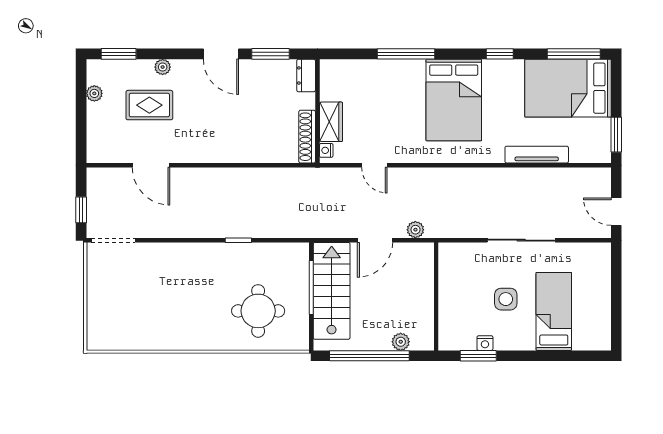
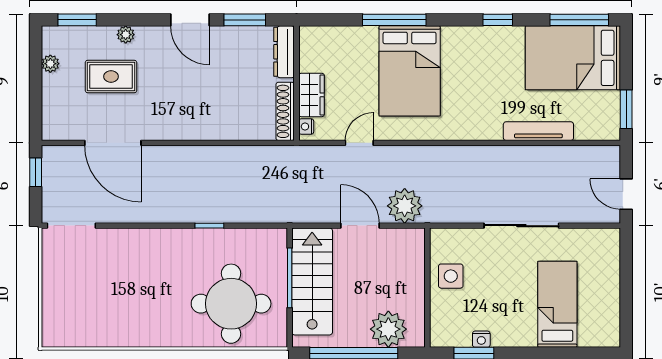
dresser: (306, 75) -> (284, 52), width x1.44
bed: (454, 100) -> (410, 71), moved
door: (151, 165) -> (113, 143), width x1.36
door: (374, 165) -> (359, 143), swing flipped
window: (81, 210) -> (36, 172), moved
plant: (415, 230) -> (405, 206), width x1.87, depth x1.87
door: (375, 240) -> (360, 226), swing flipped
side table: (506, 299) -> (451, 276), moved
round table: (258, 311) -> (231, 304), width x1.36, depth x1.36
plant: (401, 342) -> (388, 329), width x1.88, depth x1.88

